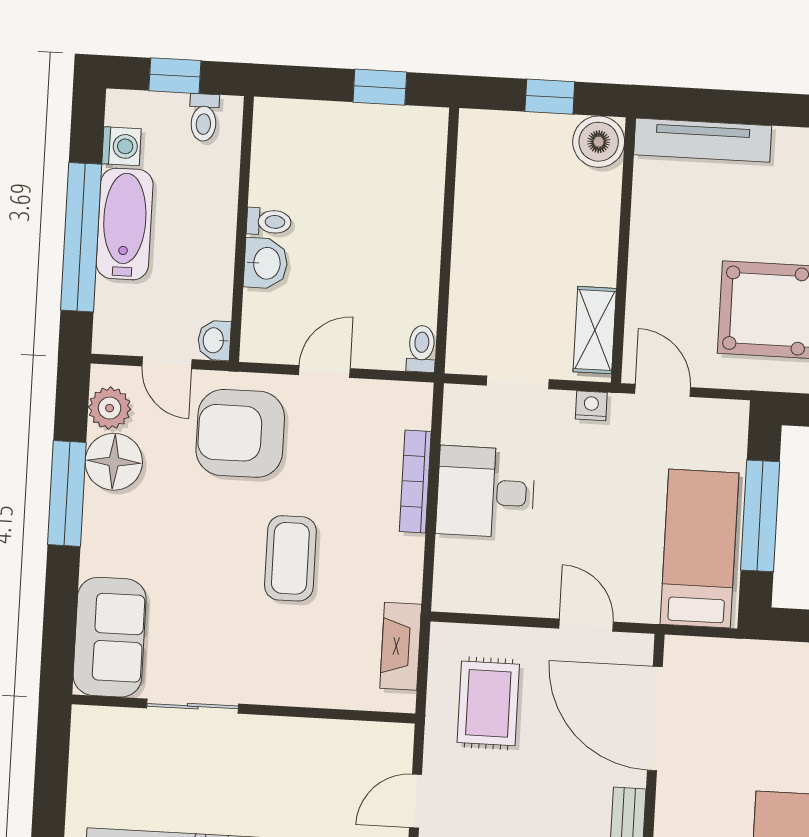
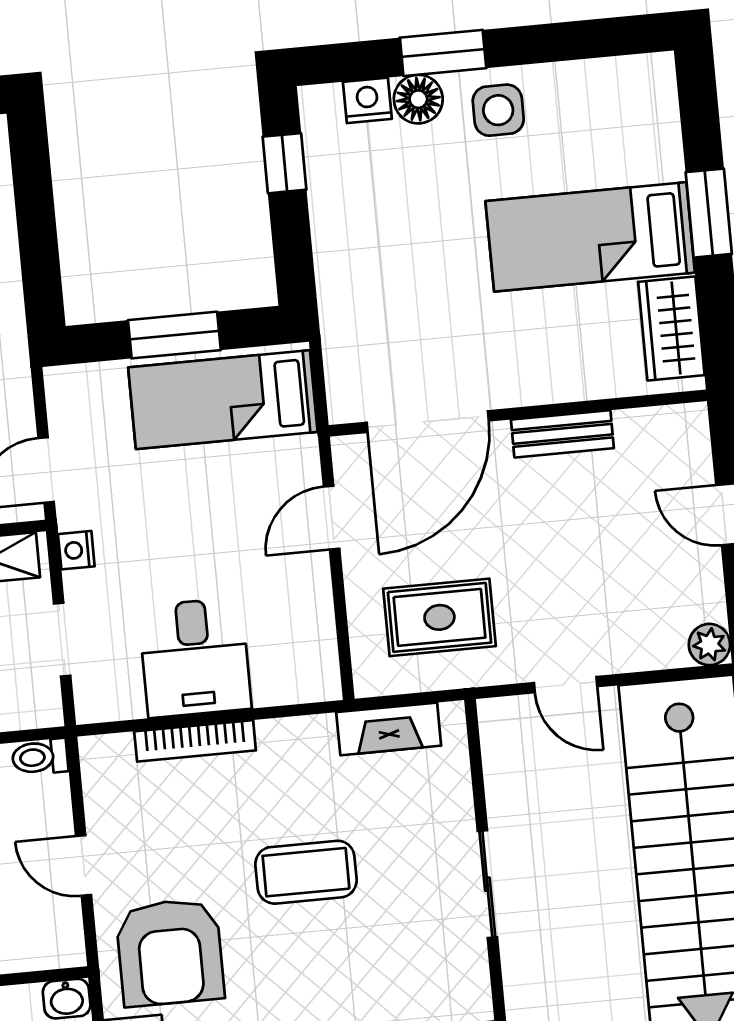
window: (760, 516) -> (174, 335), width x0.69
sliding door: (193, 706) -> (487, 884), moved

